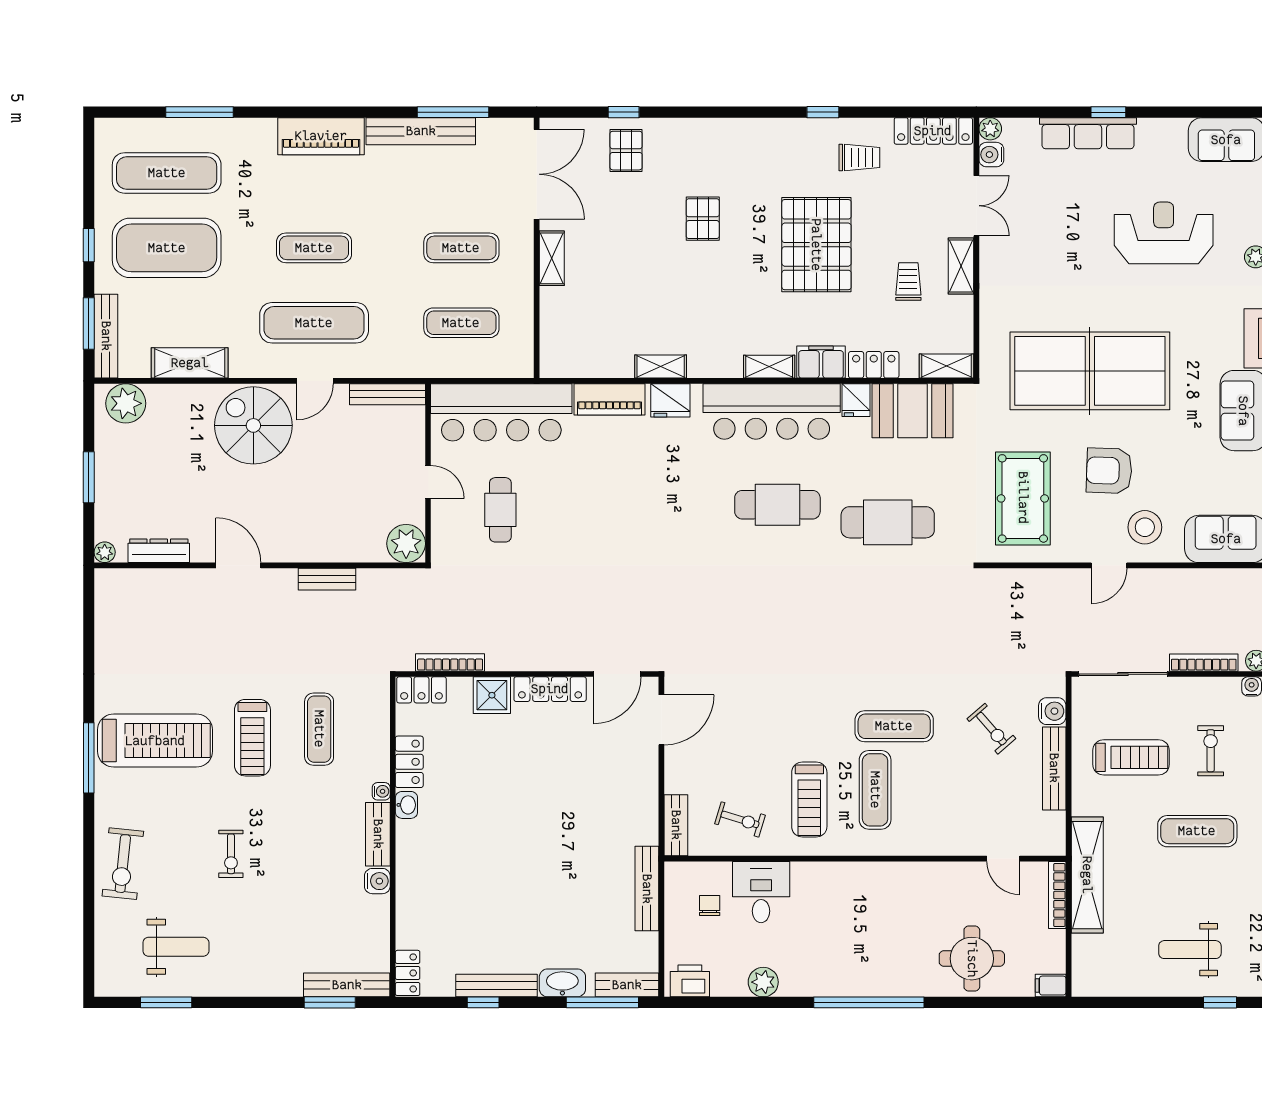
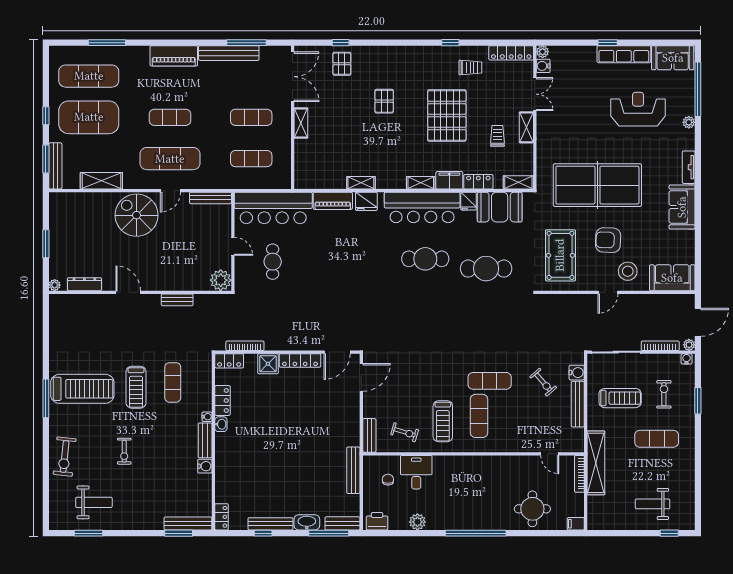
row of seats: (1088, 133) -> (624, 54), moved
plant: (126, 403) -> (66, 203), removed

